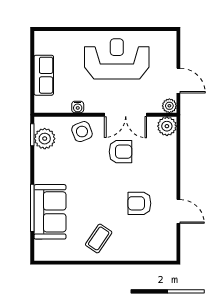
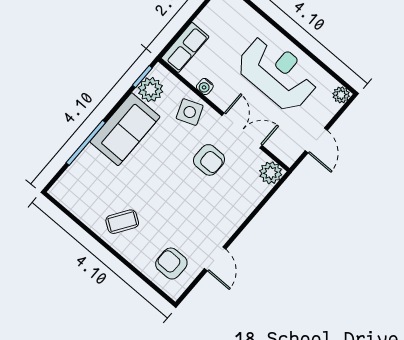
row of seats: (44, 75) -> (185, 47), moved
plant: (169, 106) -> (341, 95), moved
double door: (126, 115) -> (242, 130), swing flipped
armchair: (139, 203) -> (171, 263), moved
sofa: (50, 212) -> (125, 129), moved

